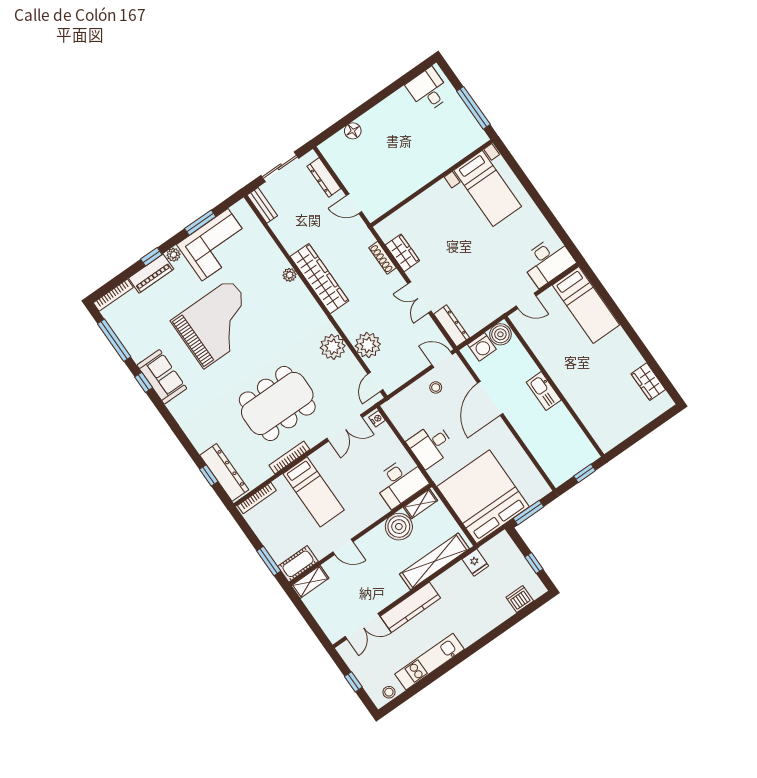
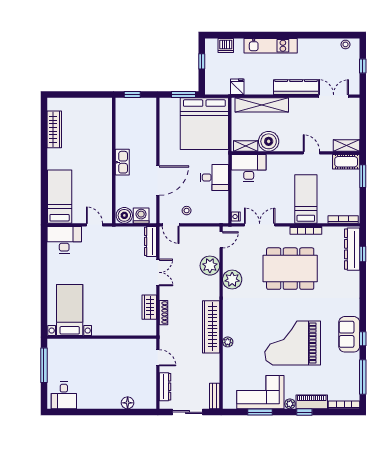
wardrobe: (648, 382) -> (54, 129), width x1.50
kitchen unit: (430, 662) -> (271, 46), moved

